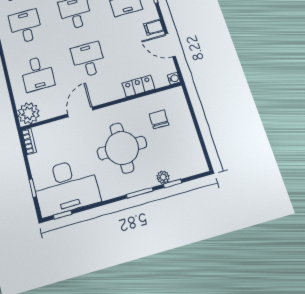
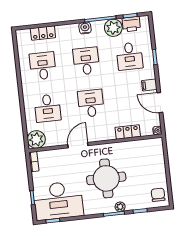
chair: (159, 119) -> (158, 195), moved
plant: (163, 177) -> (120, 207), moved

